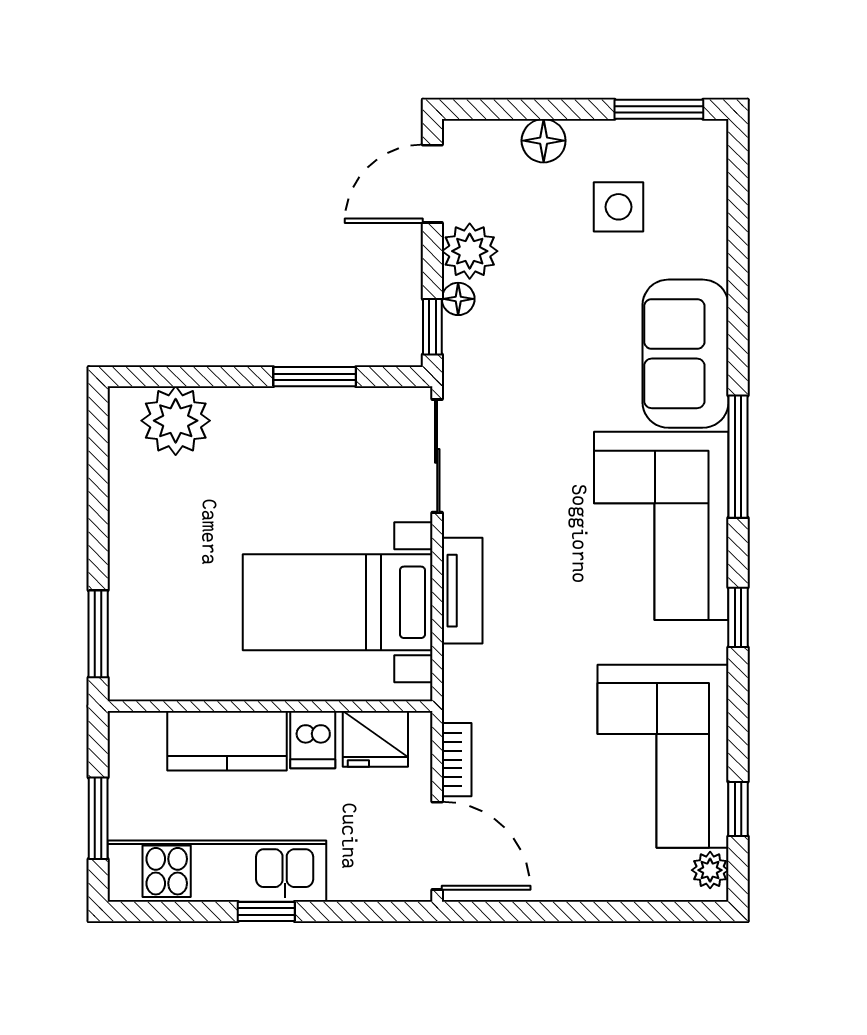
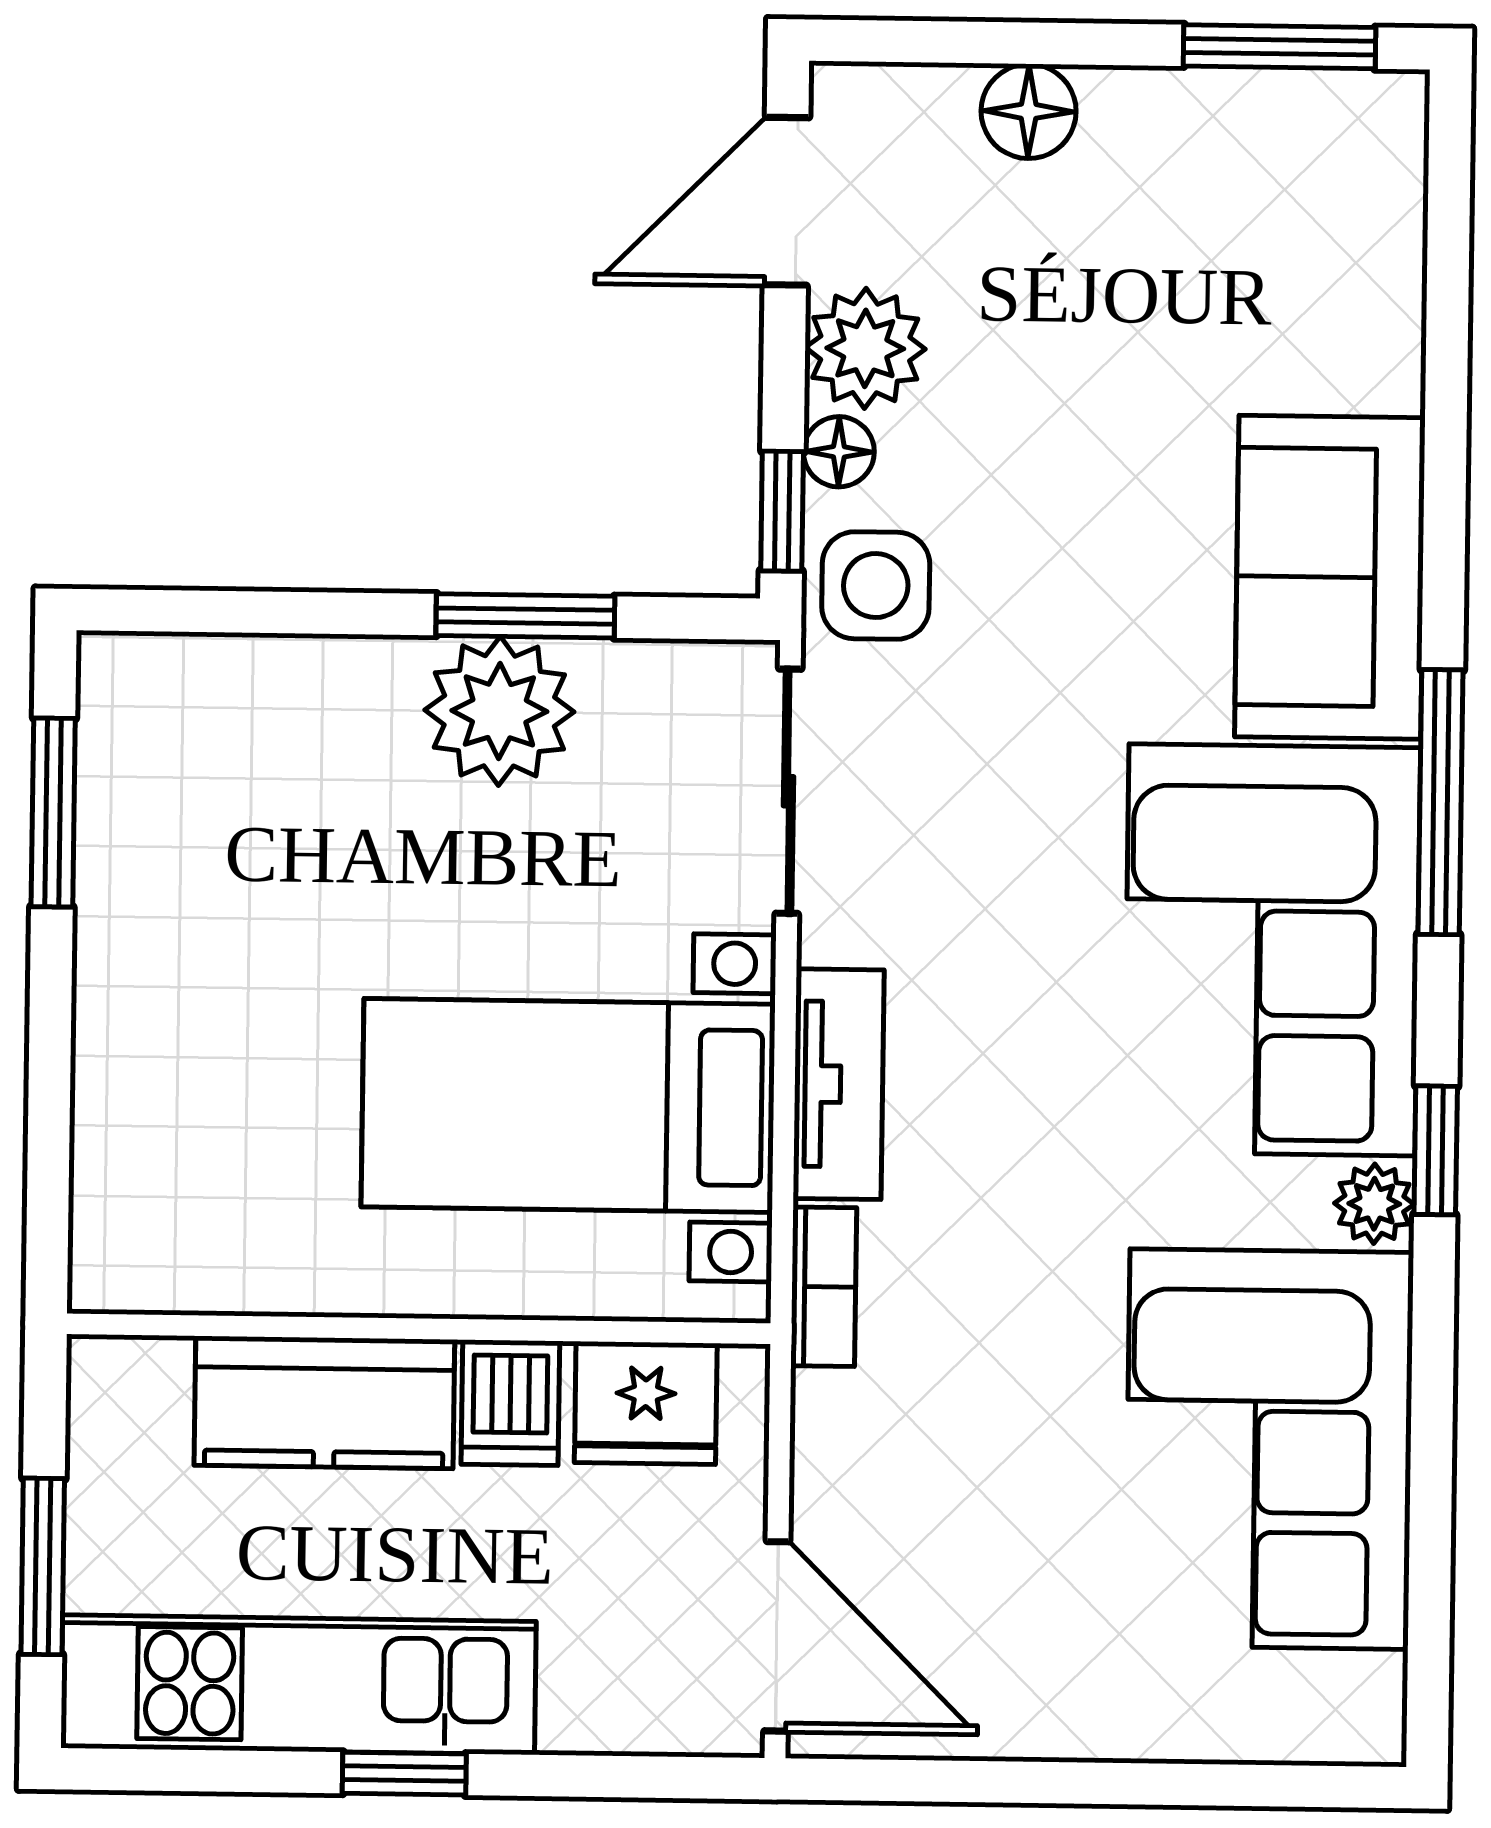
side table: (619, 207) -> (876, 585), moved
plant: (176, 421) -> (499, 711), moved
window: (98, 634) -> (53, 812), moved
bookcase: (457, 760) -> (824, 1287), moved
window: (738, 809) -> (1430, 1566), removed
plant: (710, 870) -> (1374, 1204), moved

